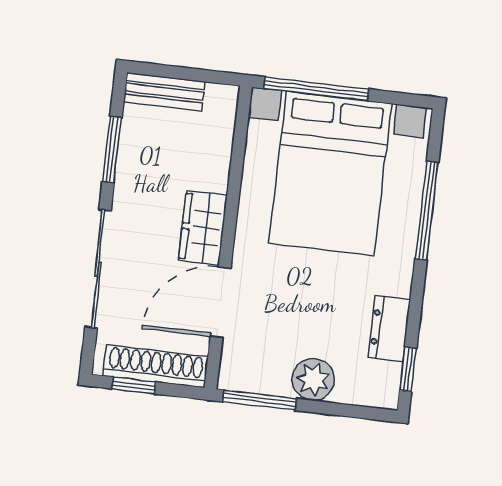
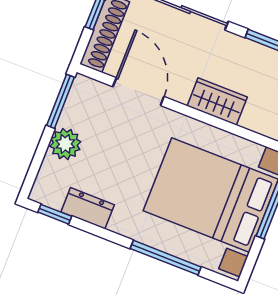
wardrobe: (203, 228) -> (217, 101), moved

